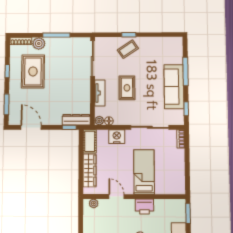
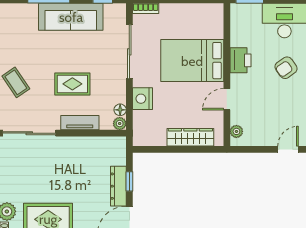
dresser: (76, 120) -> (118, 186), moved
window: (69, 127) -> (129, 181), moved
cot: (90, 141) -> (149, 137), removed
bed: (144, 172) -> (192, 61), width x1.50

